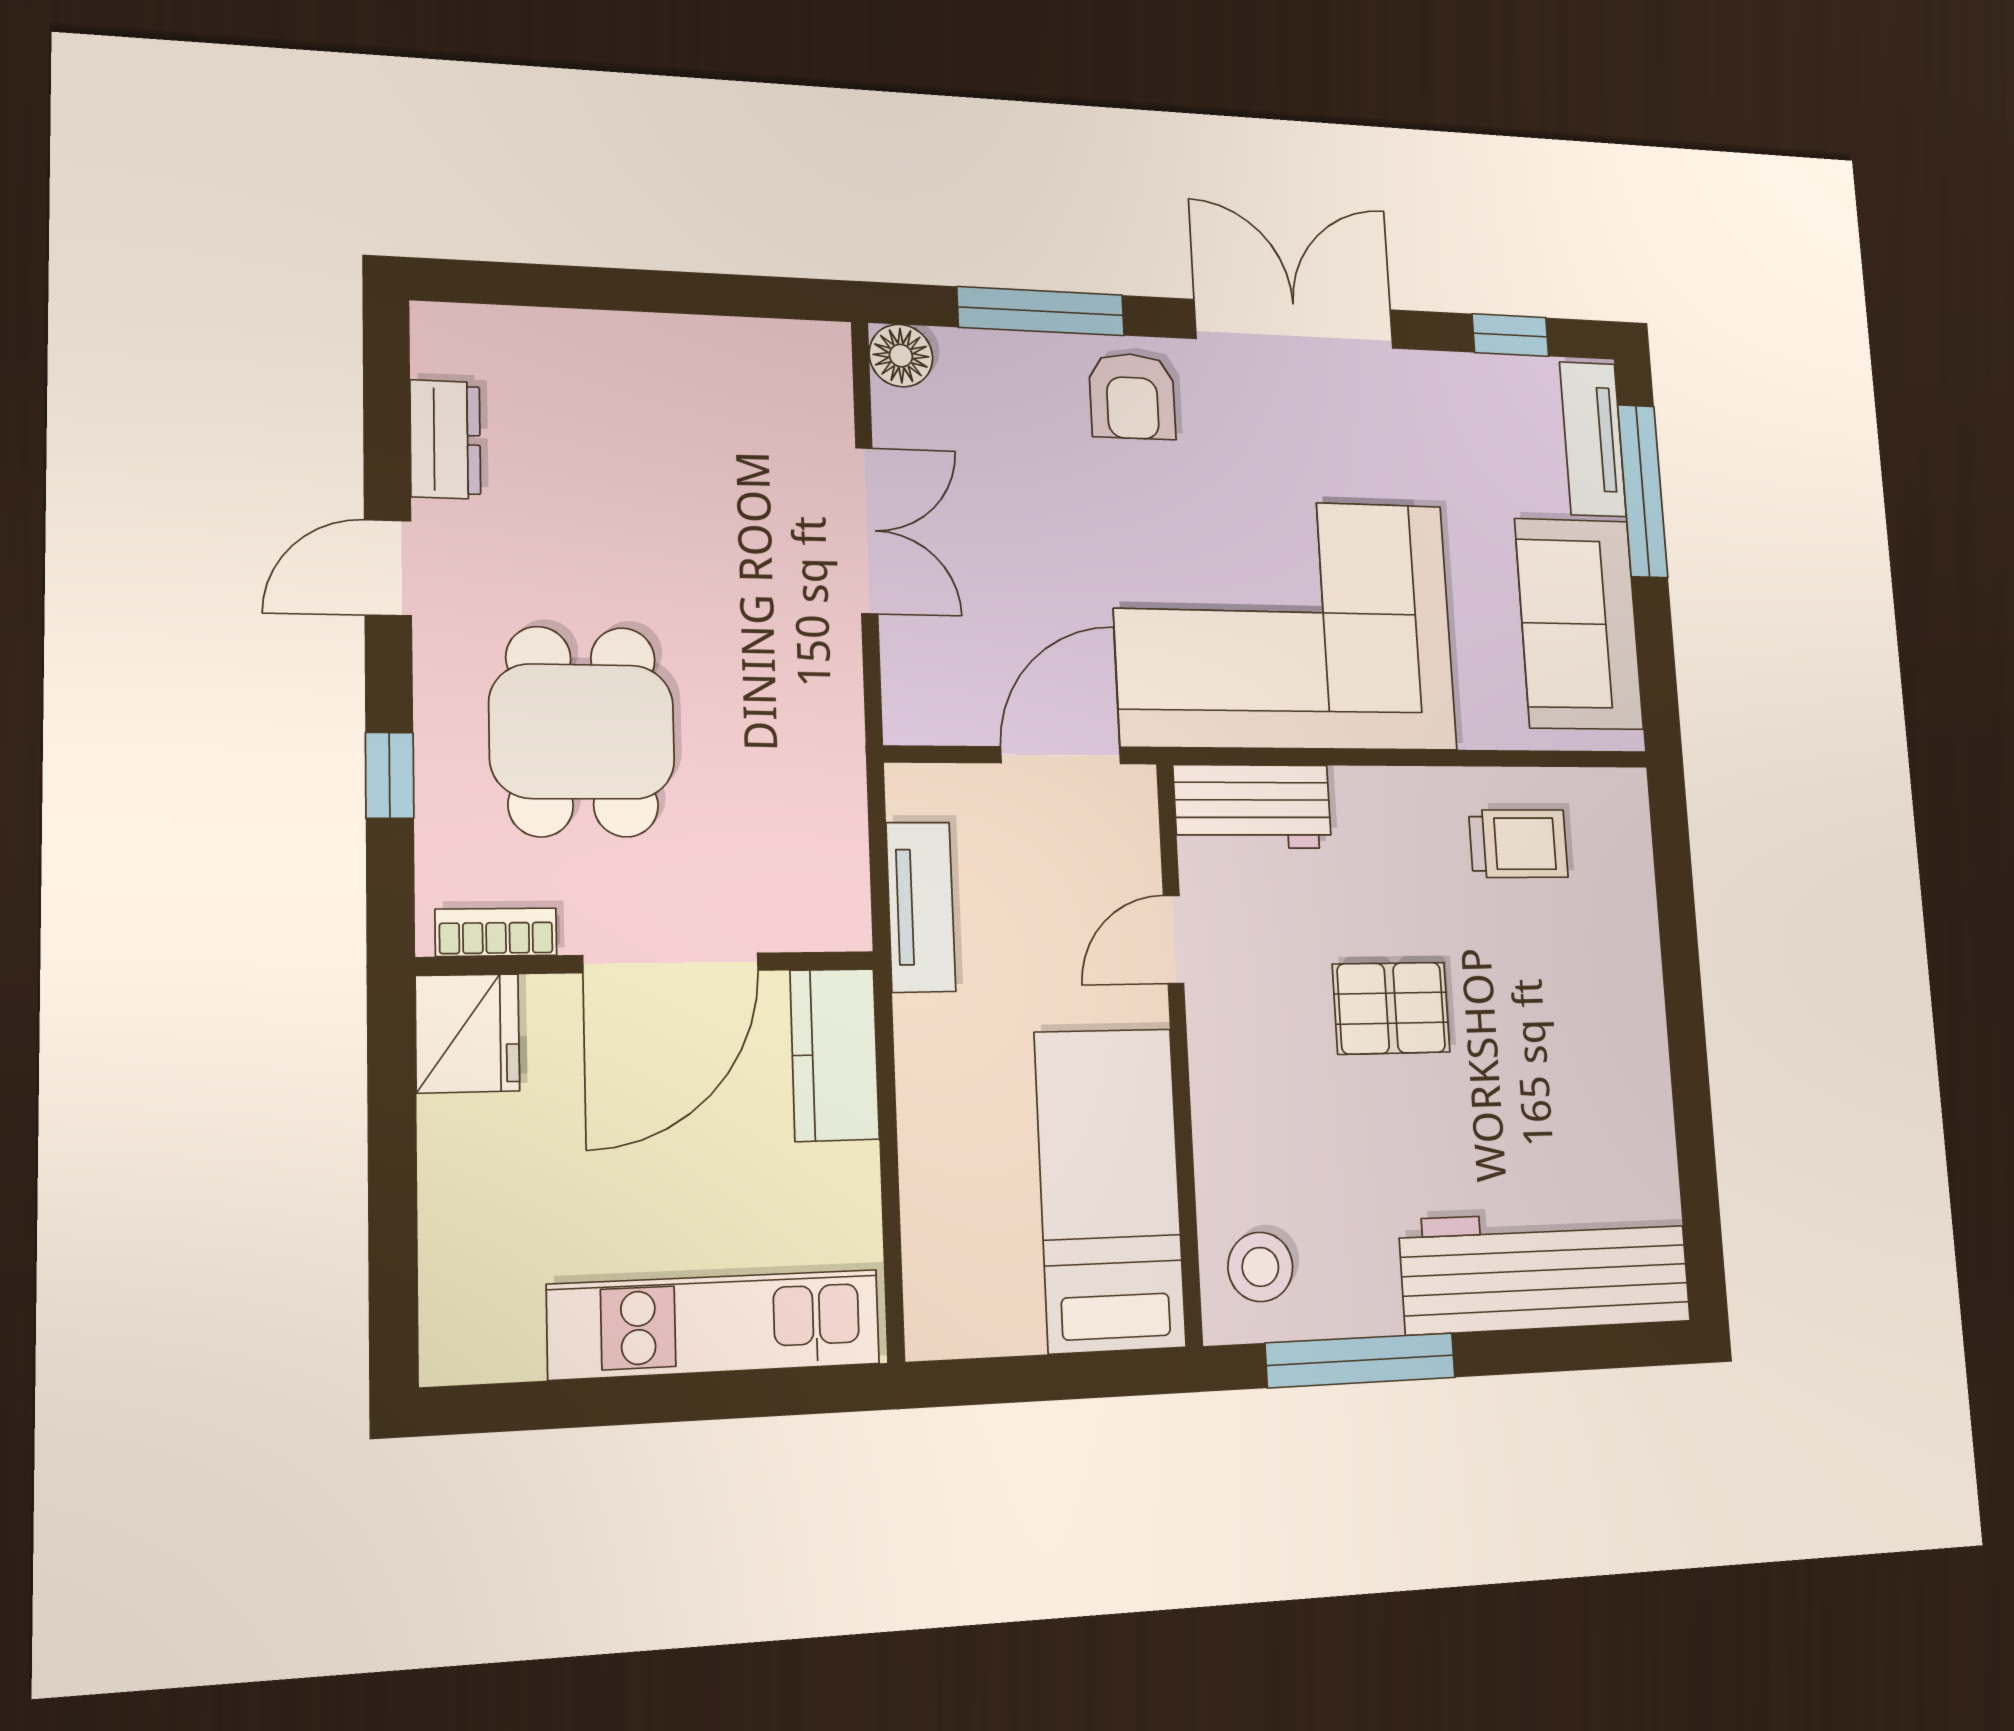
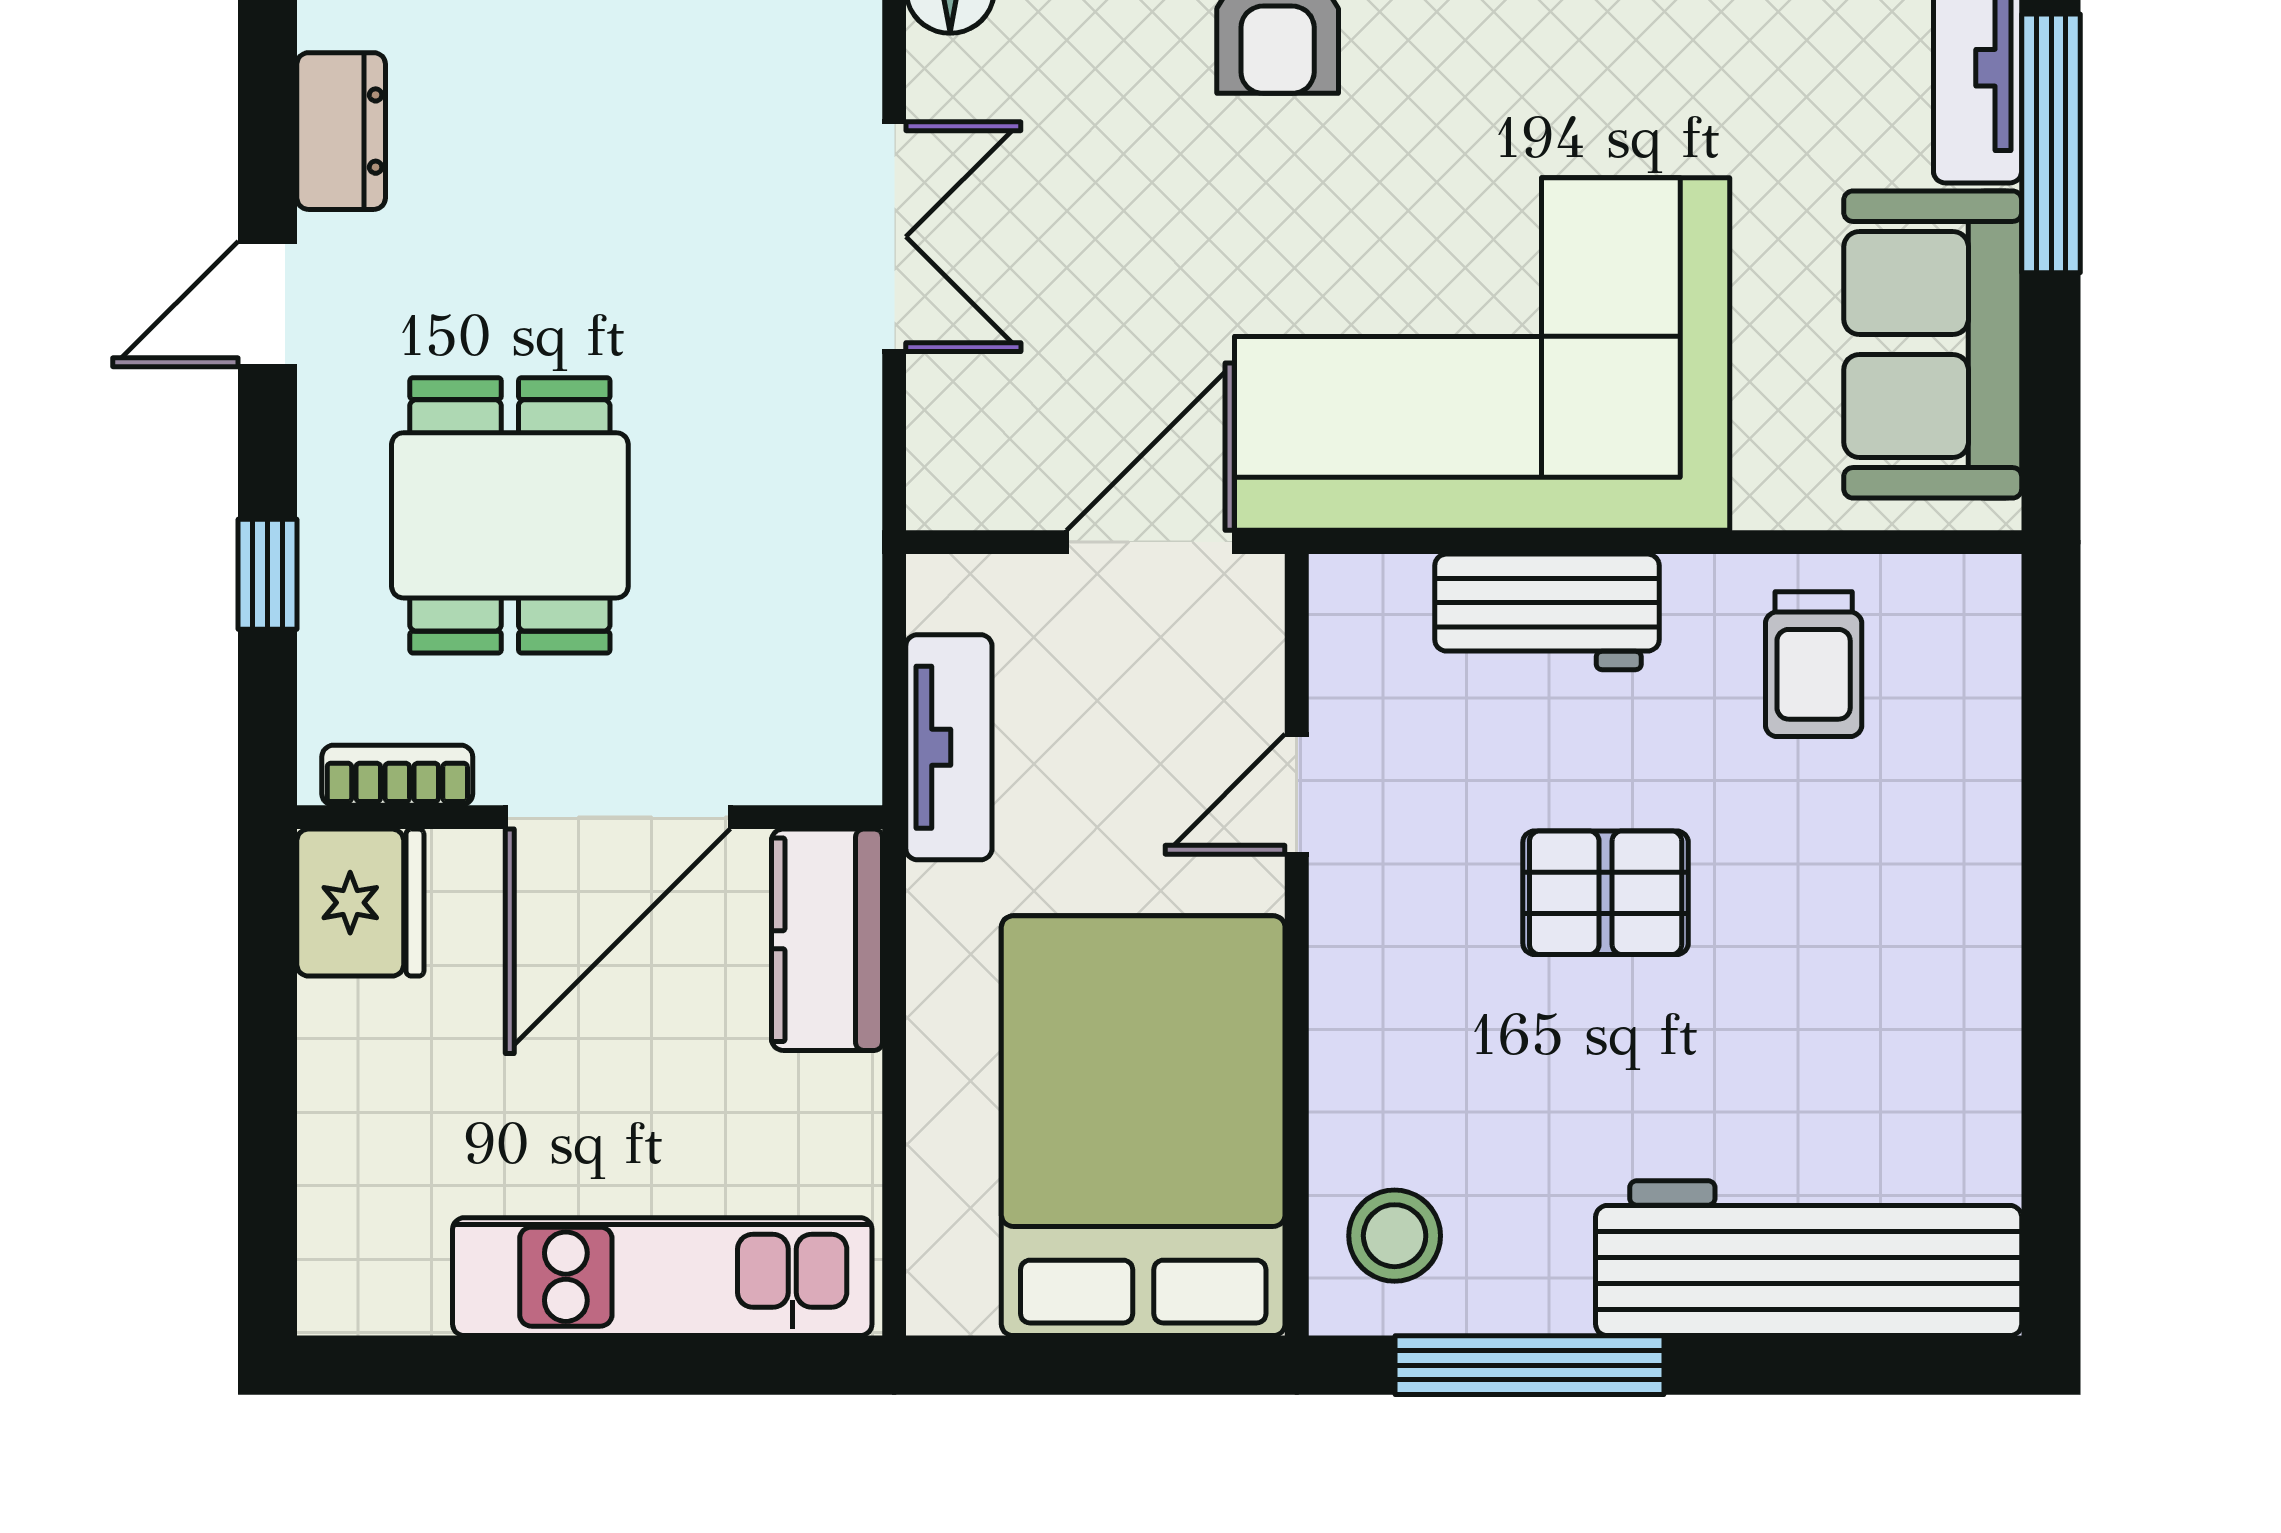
workbench: (1253, 807) -> (1547, 612), moved
trolley: (1518, 844) -> (1814, 664), turned 90
bed: (1110, 1189) -> (1143, 1126), width x1.50

